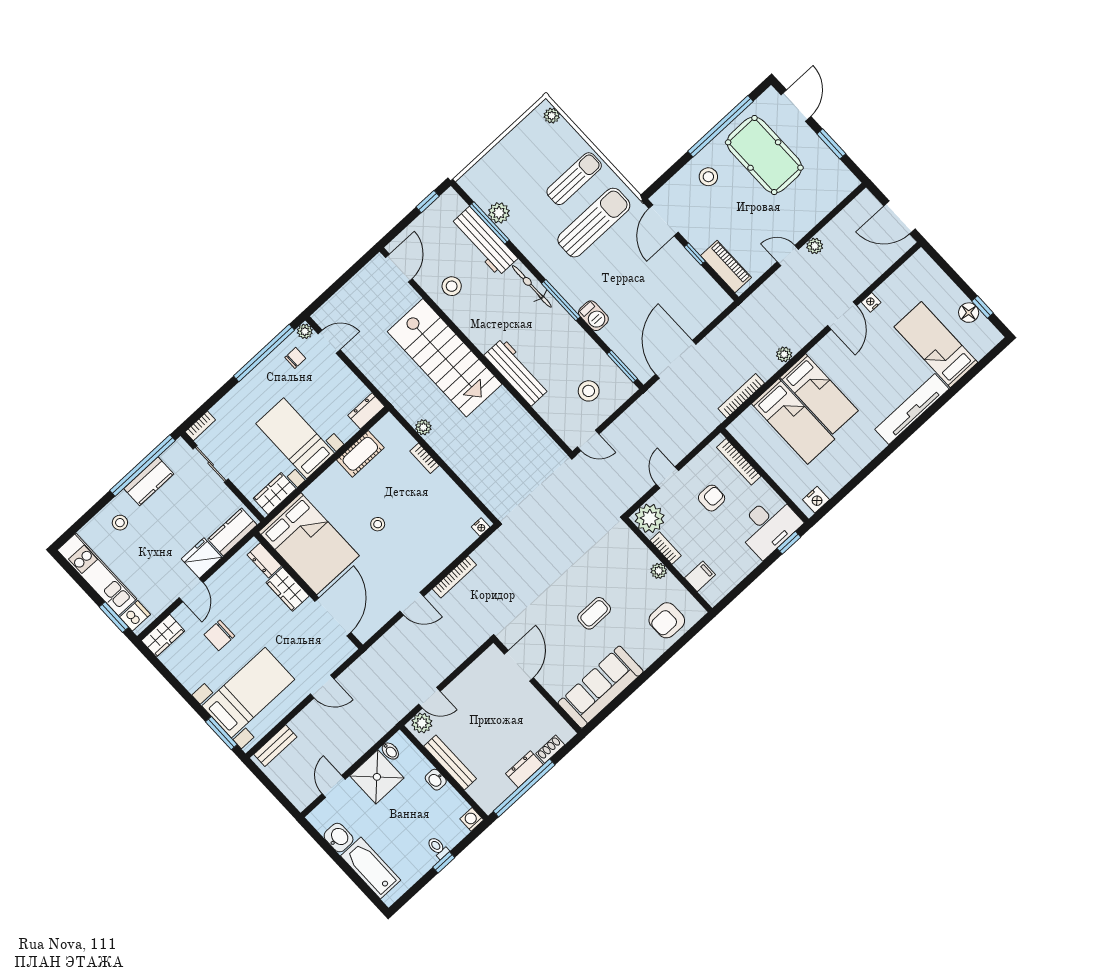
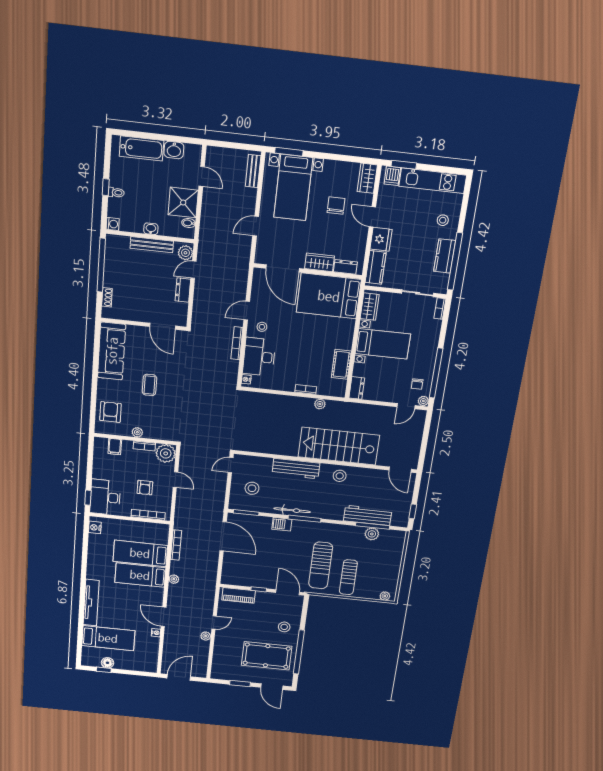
stool: (452, 286) -> (340, 476), moved
bicycle: (532, 286) -> (292, 510), moved
stool: (378, 524) -> (262, 327), moved
desk: (444, 540) -> (259, 357), added
dresser: (524, 769) -> (183, 290), moved, turned 180

